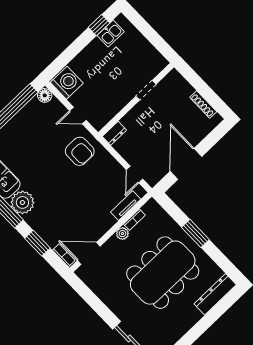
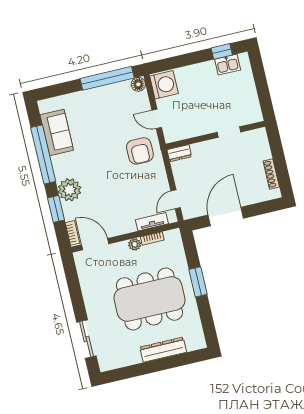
plant: (22, 202) -> (69, 190), moved
dresser: (215, 294) -> (163, 350), moved

